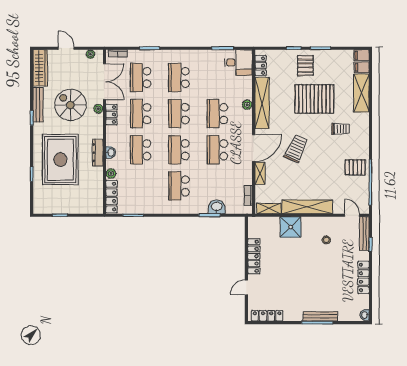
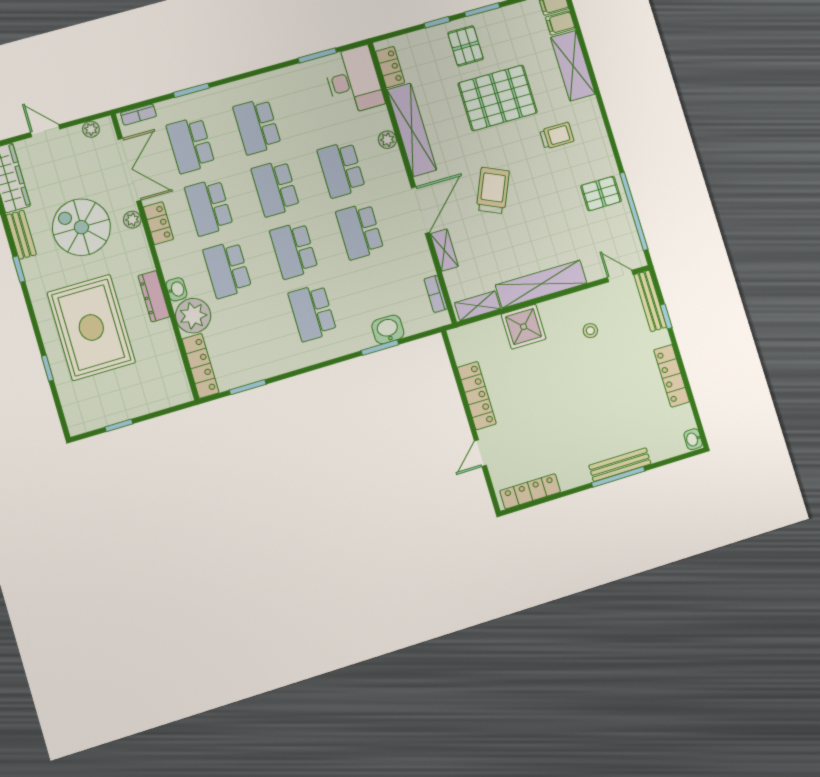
desk: (238, 62) -> (353, 80), width x1.37
bench: (38, 105) -> (21, 235), width x0.73
plant: (111, 173) -> (193, 316), width x1.88, depth x1.88

